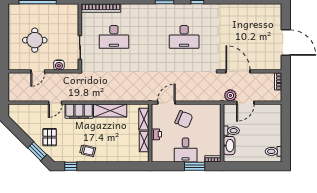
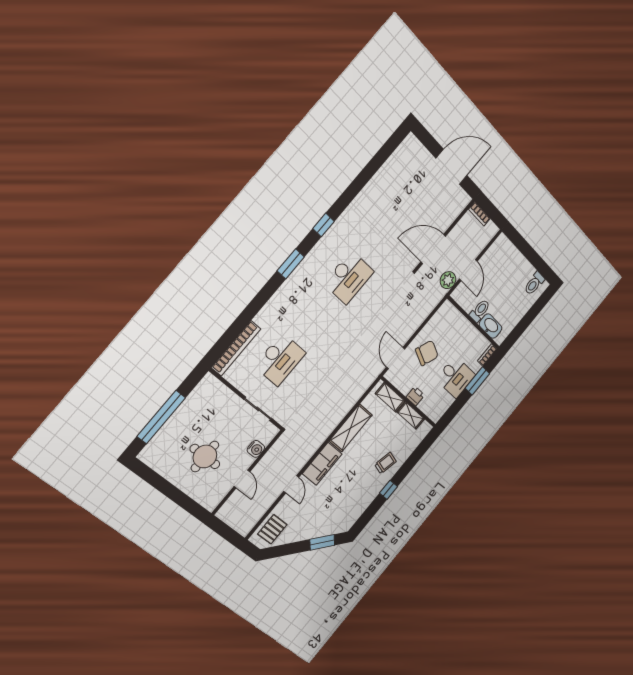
pallet: (50, 137) -> (272, 529), moved, turned 90
trolley: (88, 151) -> (385, 463), moved
window: (71, 166) -> (388, 490), moved

